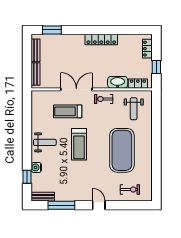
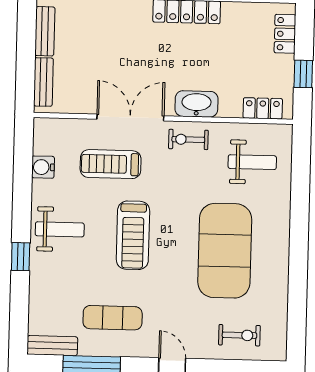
washbasin: (118, 82) -> (196, 104), moved
weight bench: (134, 109) -> (252, 162), turned -90
water cooler: (36, 167) -> (43, 167), moved
window: (27, 177) -> (21, 257), moved
exercise mat: (71, 183) -> (113, 318), added

